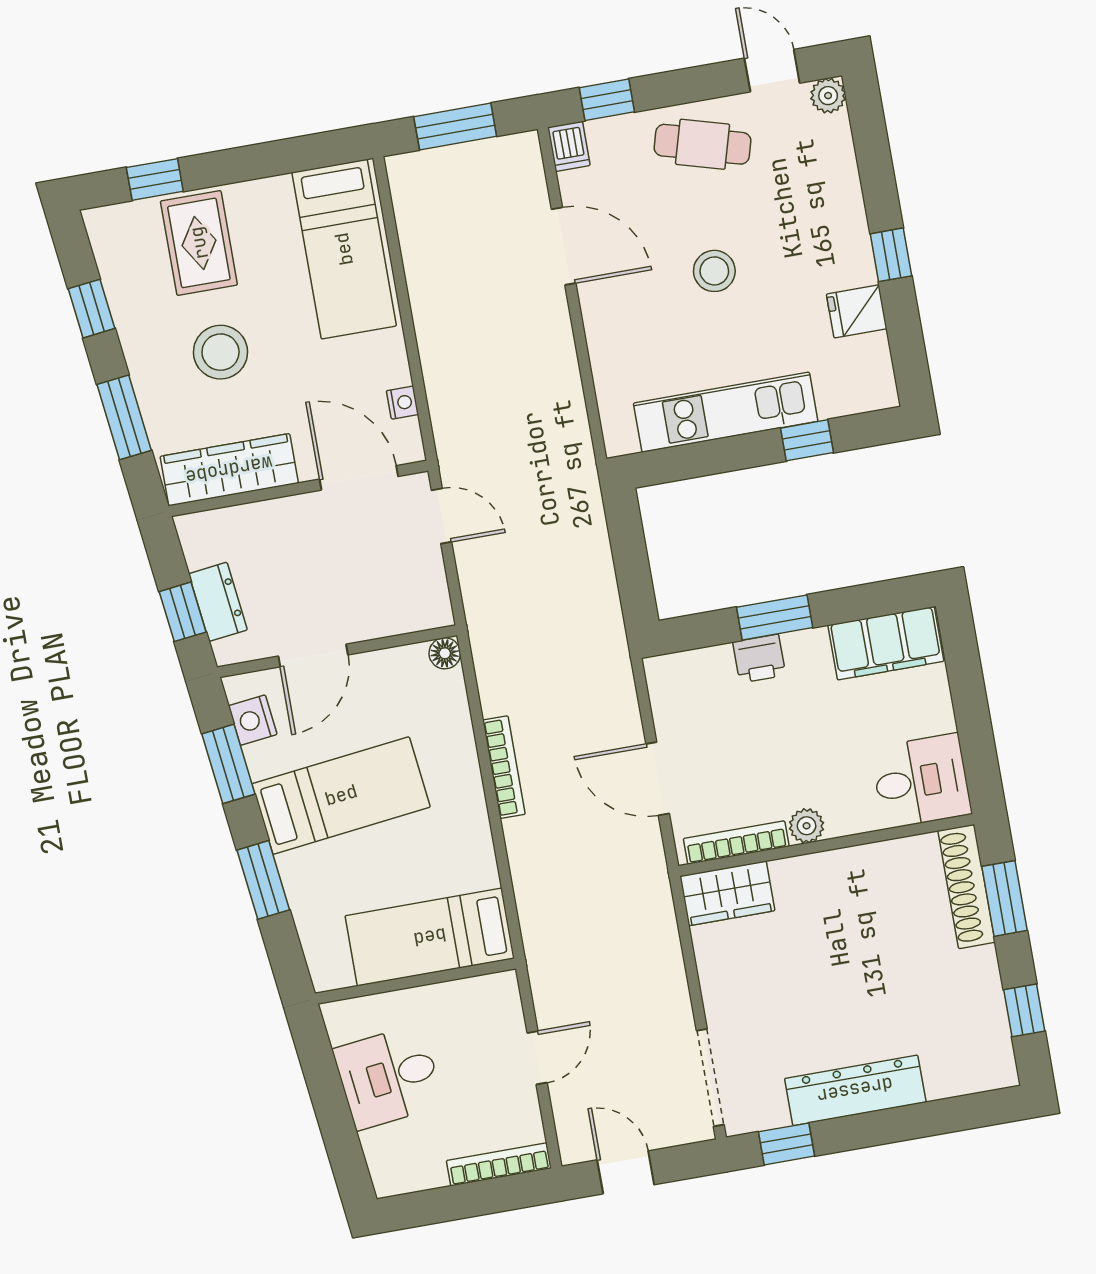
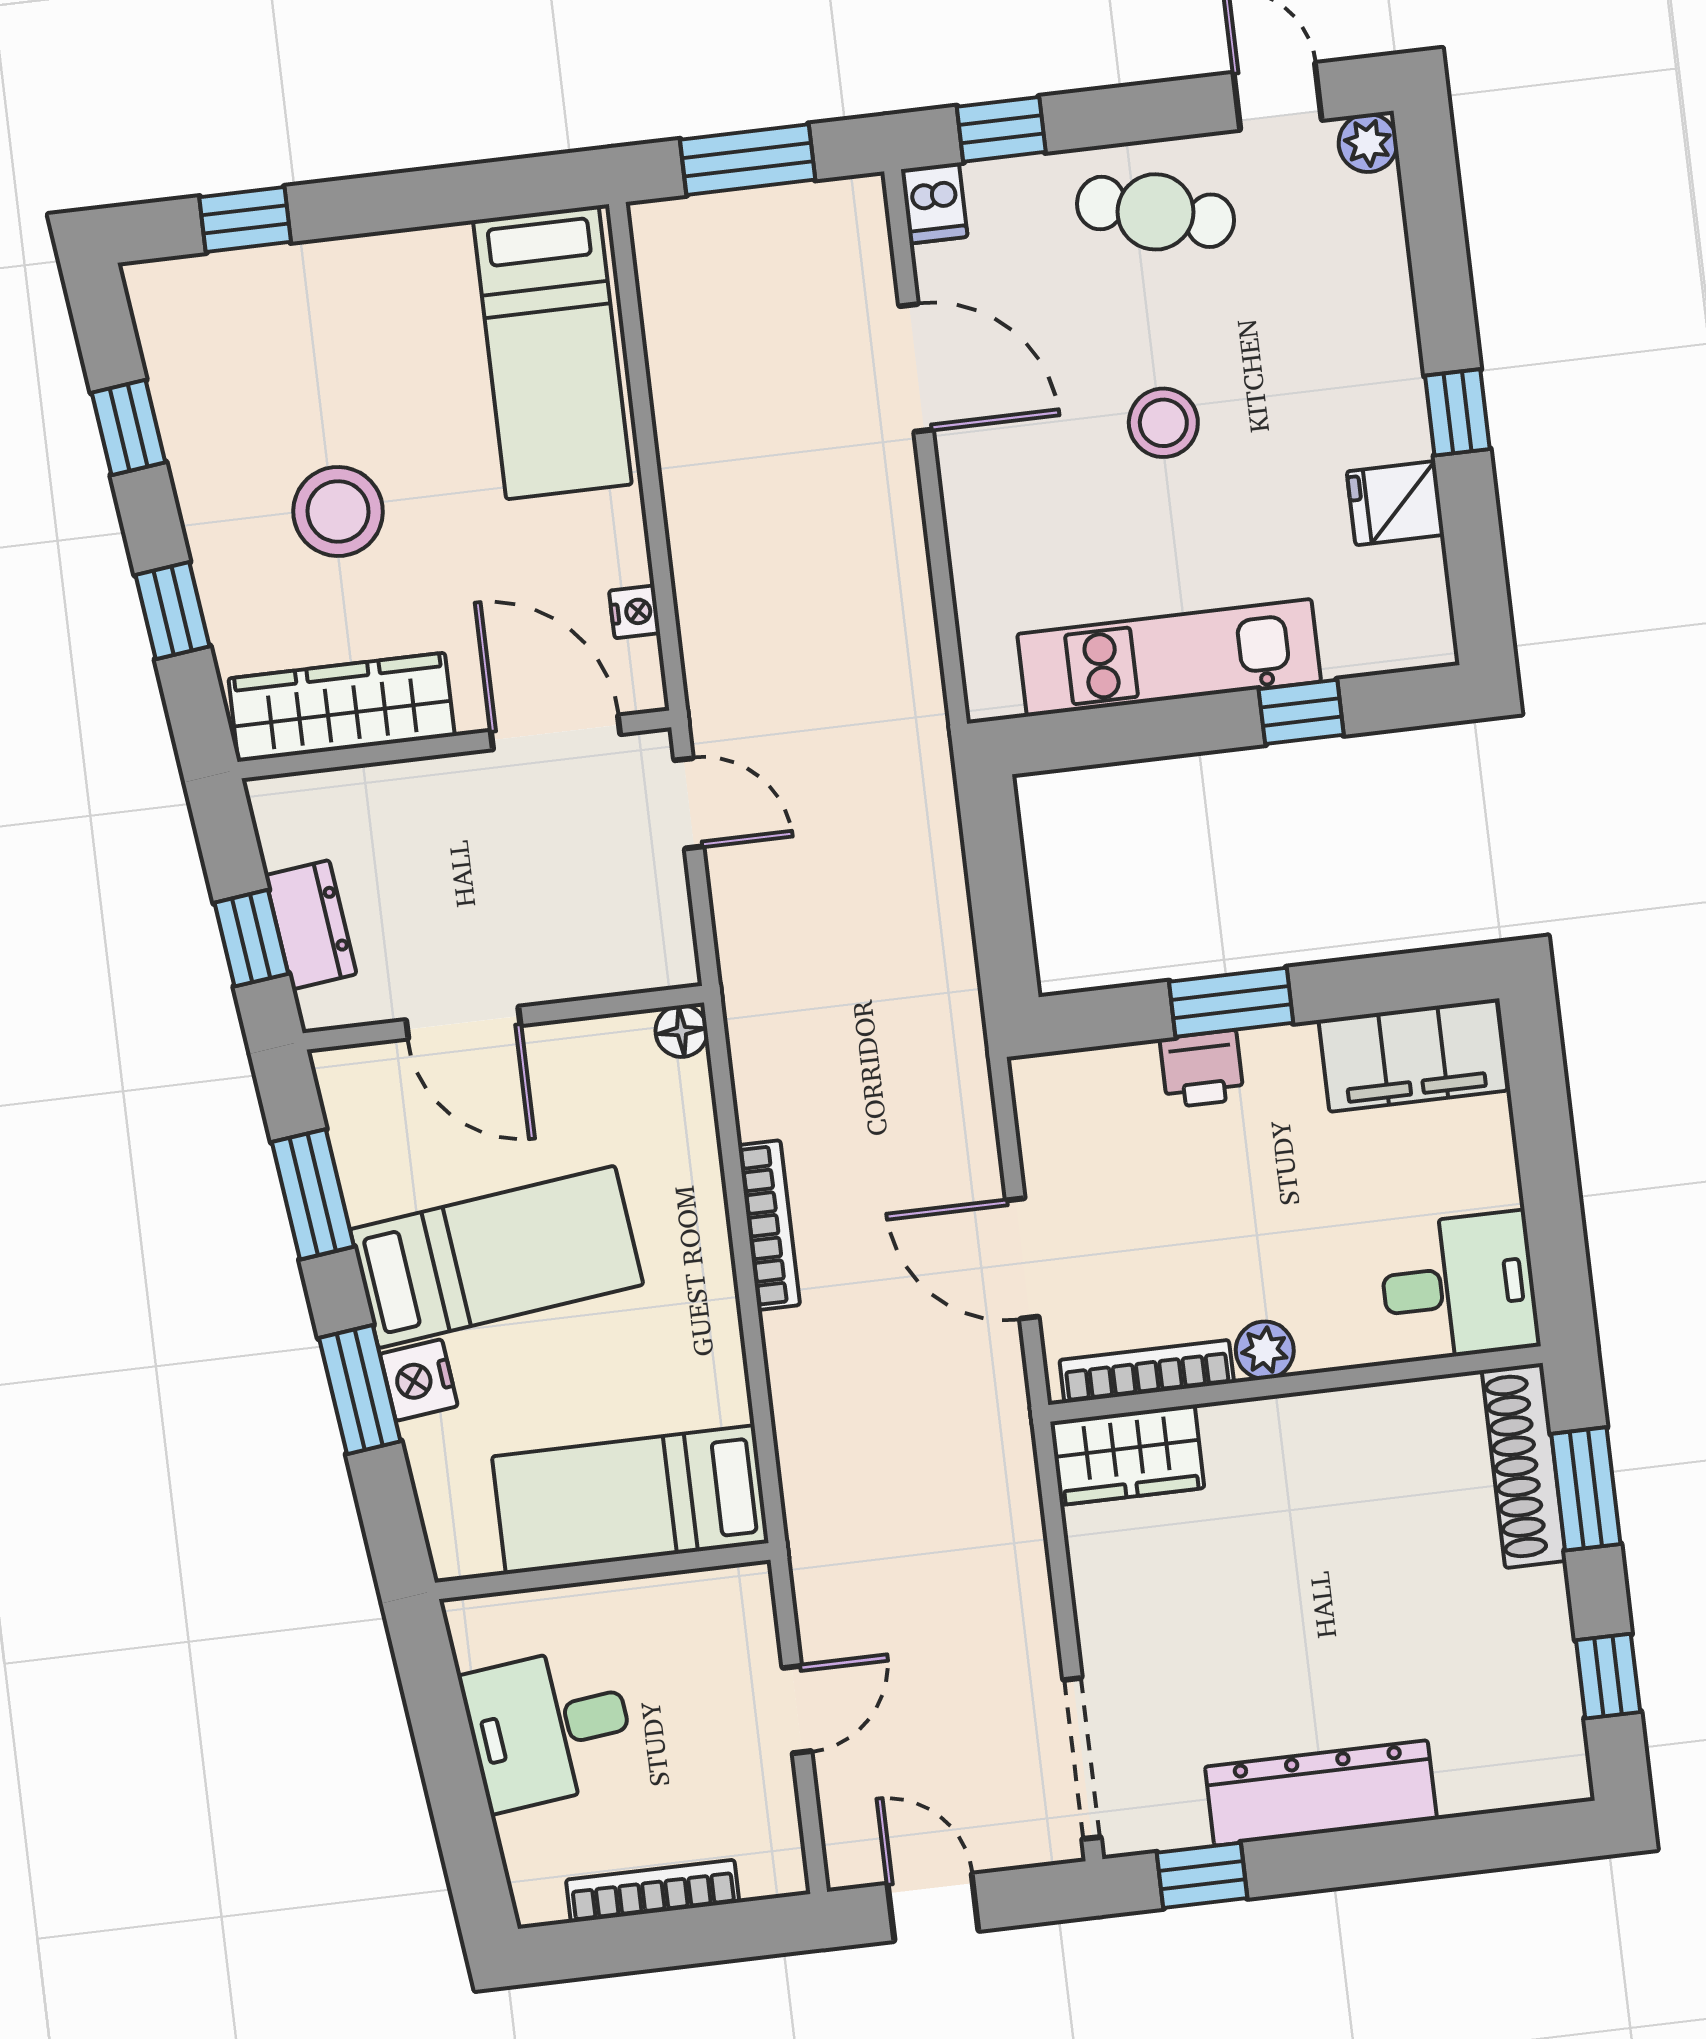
rug: (199, 243) -> (312, 329), removed
window: (124, 417) -> (173, 611), width x0.67
door: (313, 656) -> (463, 1023), hinge flipped
nightstand: (253, 720) -> (419, 1380), moved
bookcase: (499, 1164) -> (653, 1891), moved

